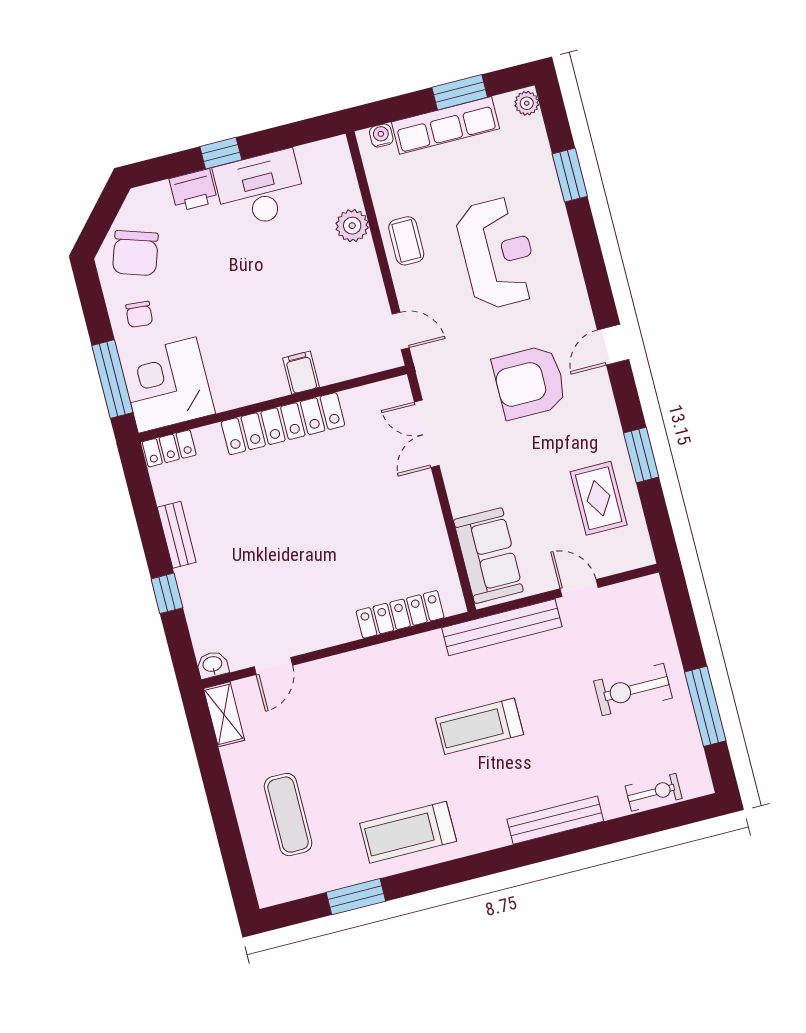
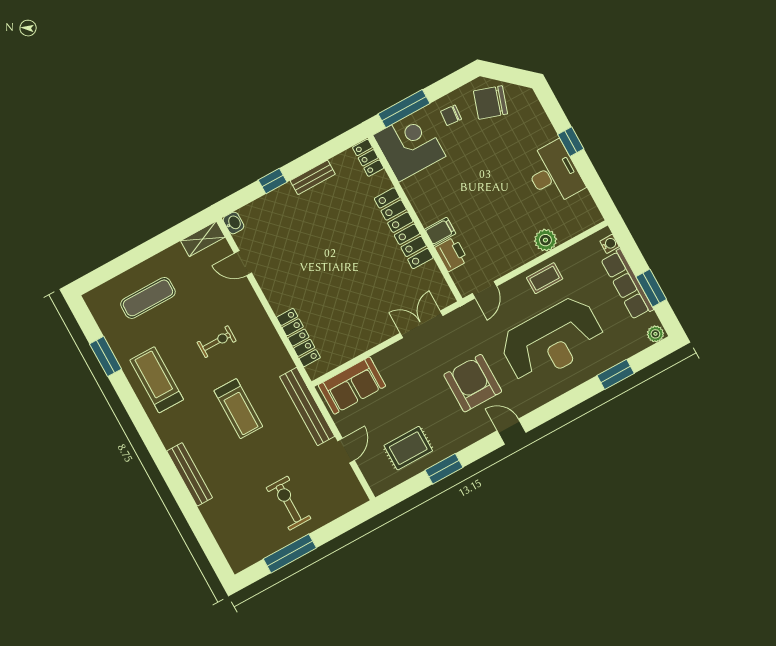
printer: (193, 190) -> (452, 254), moved, turned 180
reception desk: (498, 253) -> (552, 340), width x1.36, depth x1.30
treadmill: (479, 726) -> (238, 409), turned 180
exercise bike: (654, 792) -> (217, 342), moved, turned -90

